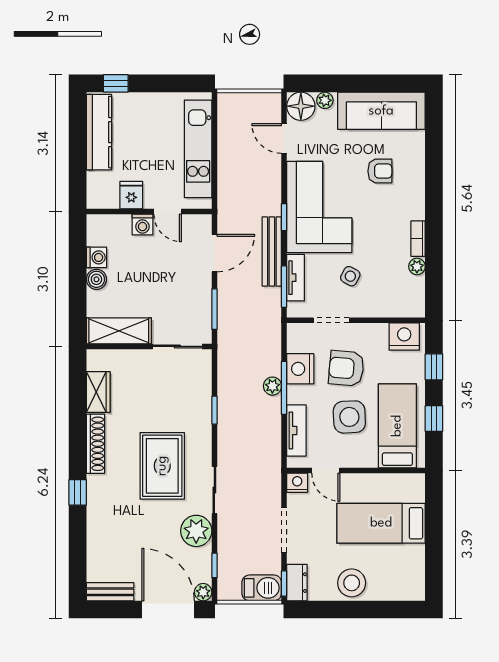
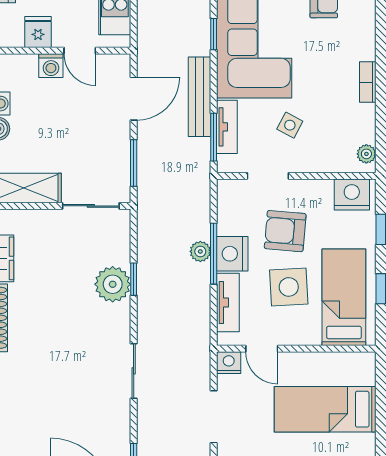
window: (284, 217) -> (214, 34), moved
plant: (417, 266) -> (366, 154), moved
nightstand: (300, 369) -> (232, 254), moved
rug: (162, 466) -> (74, 343), removed
plant: (196, 531) -> (113, 284), moved

